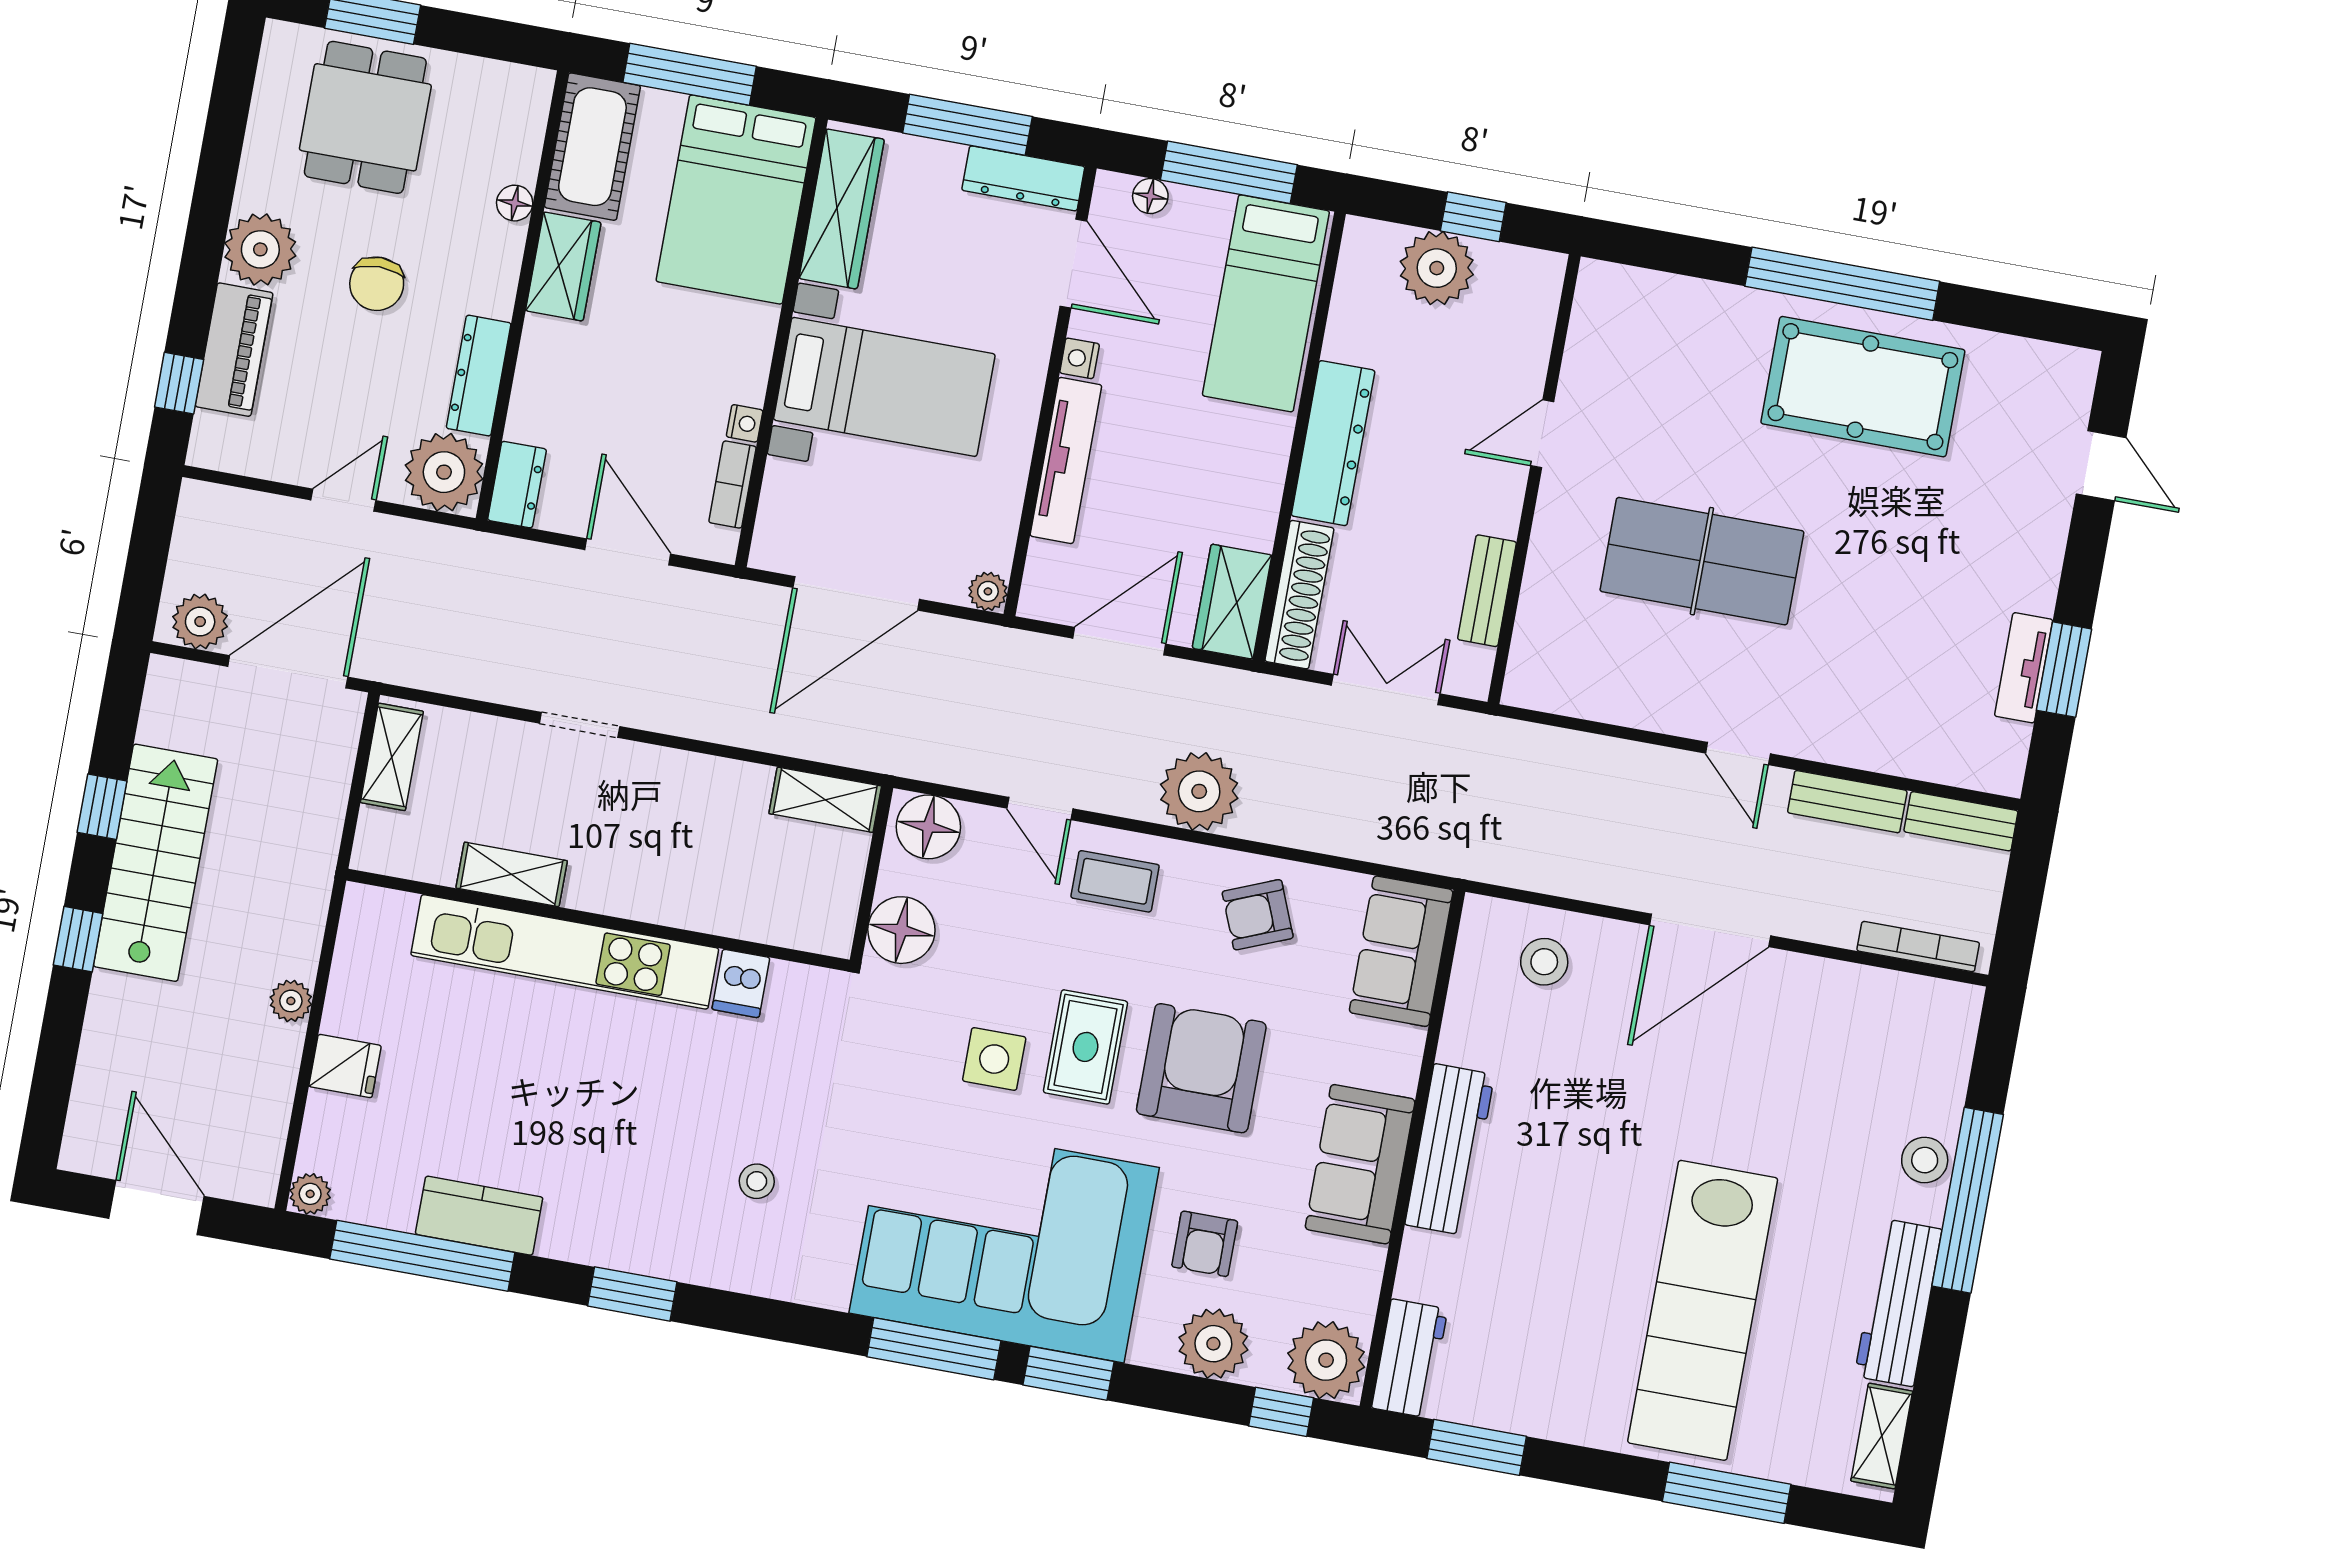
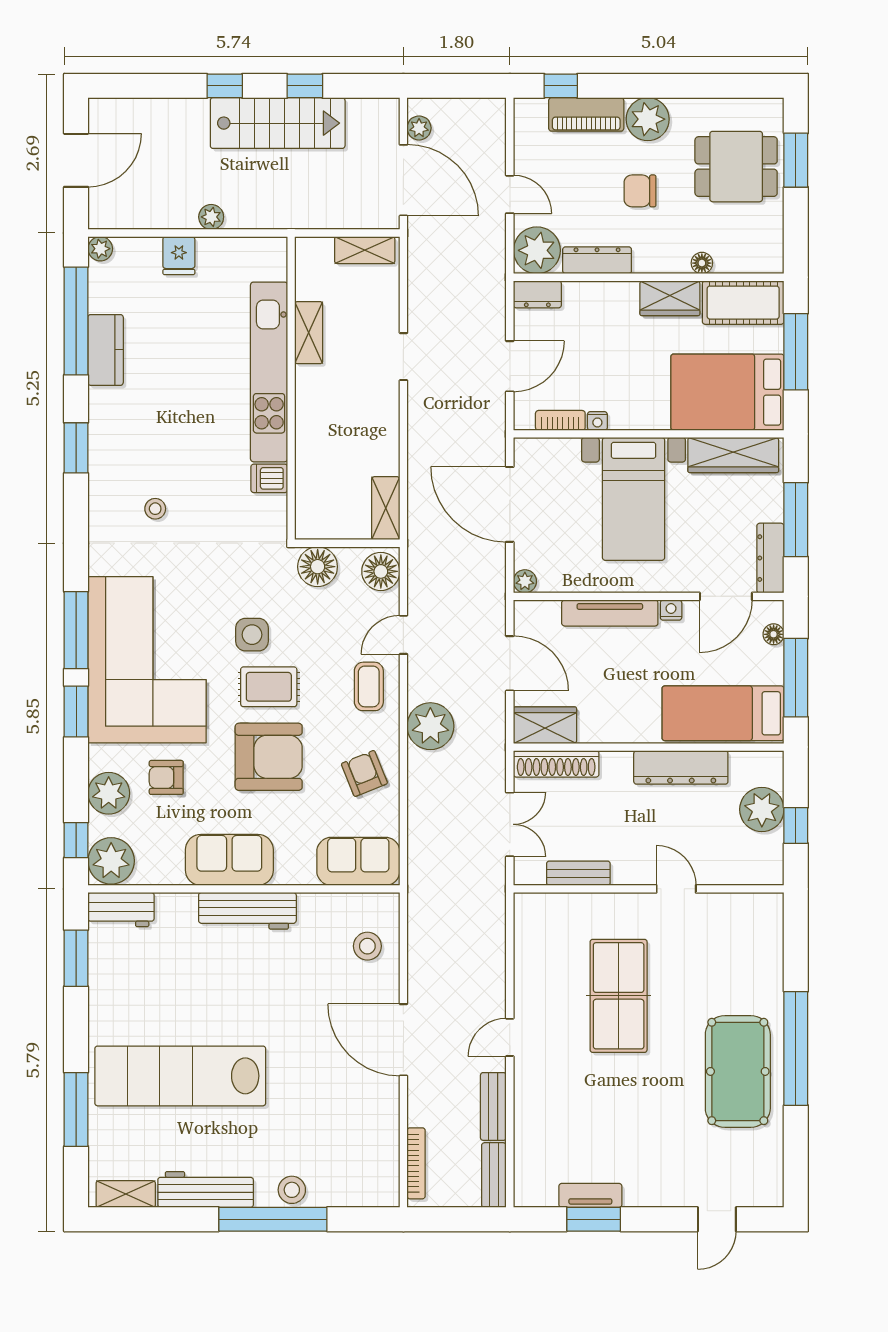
dresser: (1333, 443) -> (681, 767), moved
plant: (200, 622) -> (419, 128), width x0.73, depth x0.73

